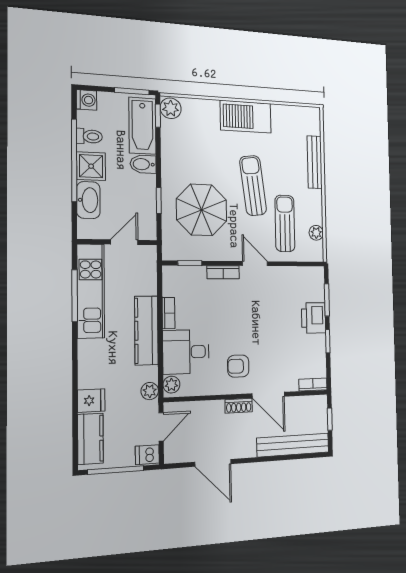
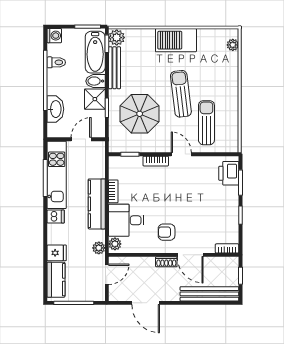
bench: (315, 162) -> (115, 68), moved
shower: (91, 166) -> (95, 99), moved
plant: (316, 233) -> (233, 45), moved
printer: (314, 318) -> (229, 173), moved
dishwasher: (147, 455) -> (56, 216), moved, turned 180

